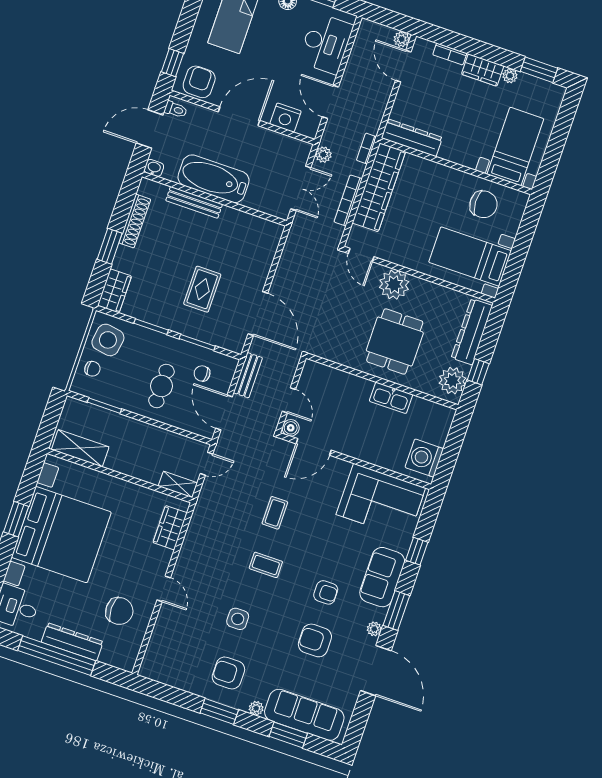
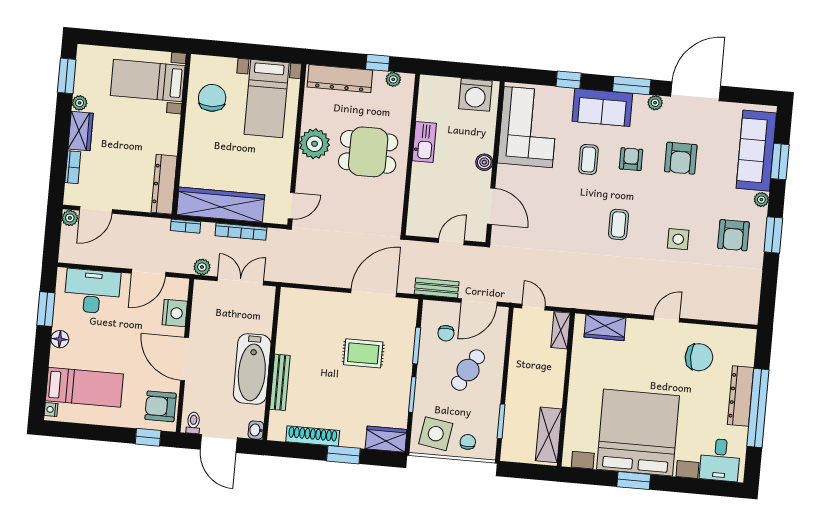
plant: (394, 285) -> (315, 144), moved
plant: (452, 381) -> (393, 79), width x0.53, depth x0.53
cafe table: (161, 386) -> (468, 370), turned -61
boiler: (291, 428) -> (484, 162), moved
coffee table: (275, 513) -> (588, 159), moved, turned 90
chair: (119, 611) -> (699, 357), turned 90

